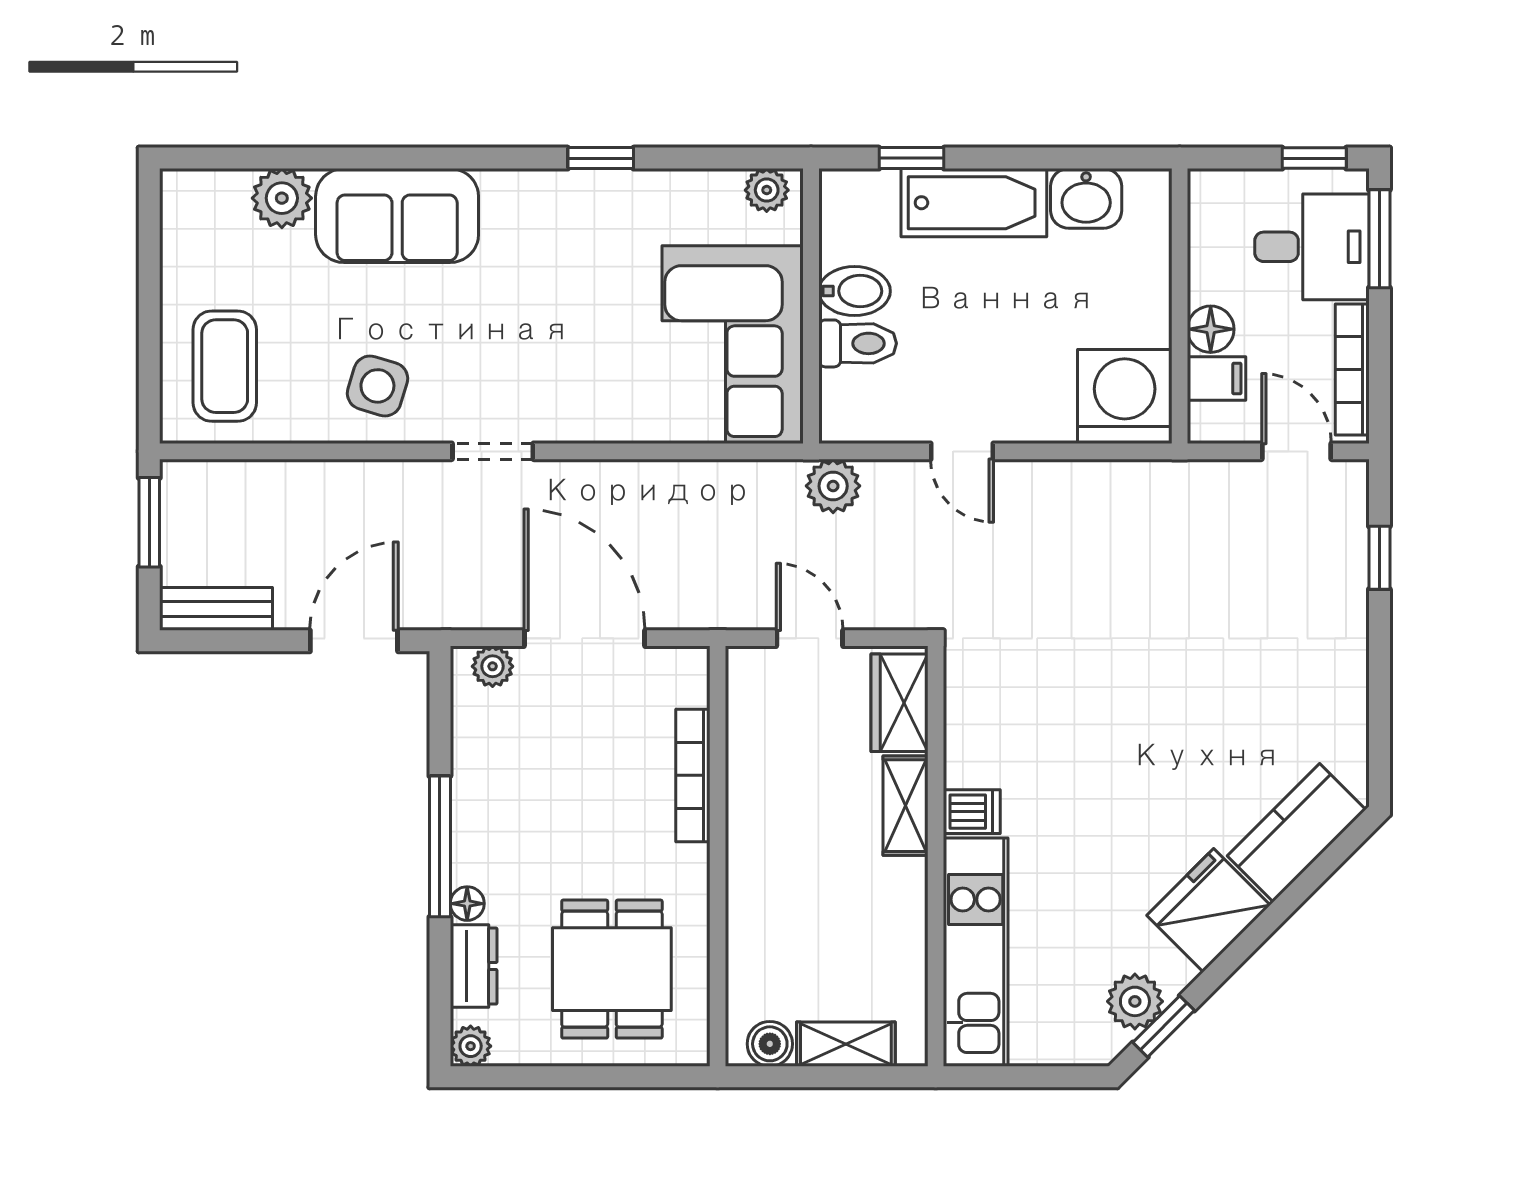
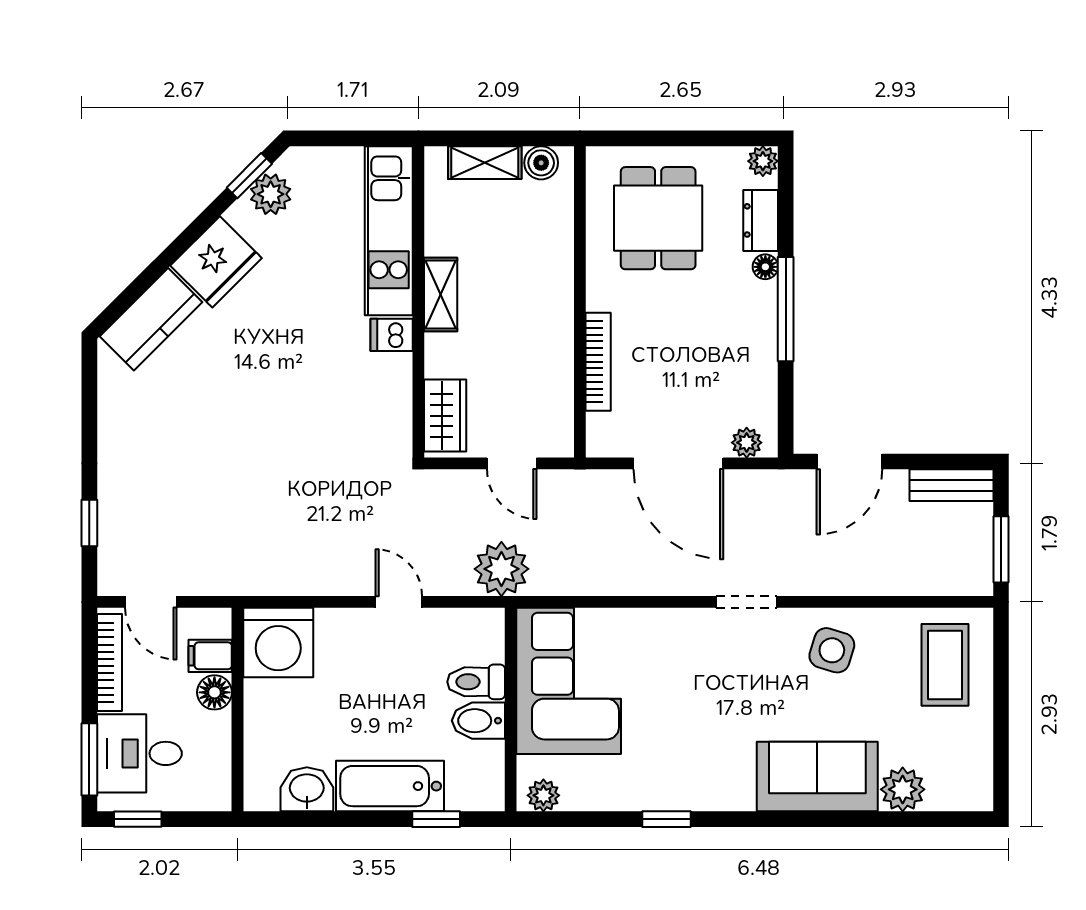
plant: (833, 486) -> (501, 569), width x1.36, depth x1.36
shelving: (905, 806) -> (441, 294), moved

